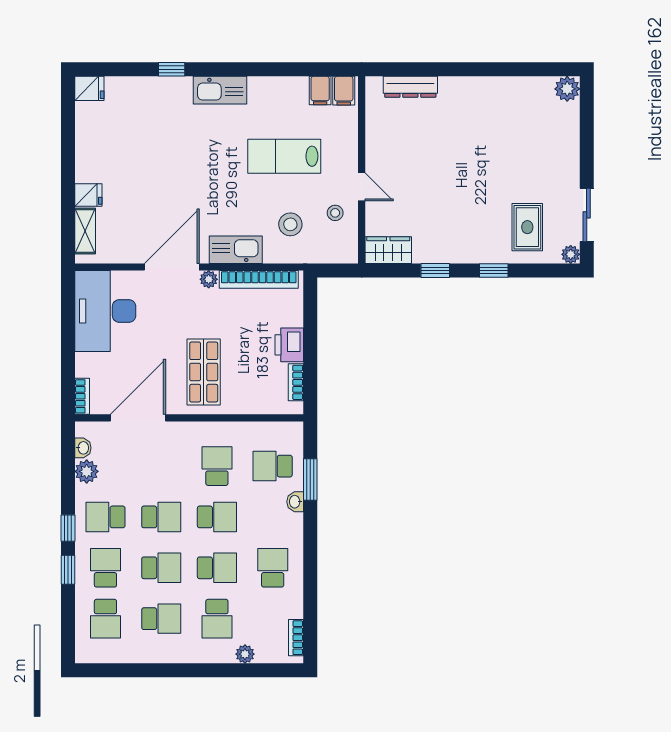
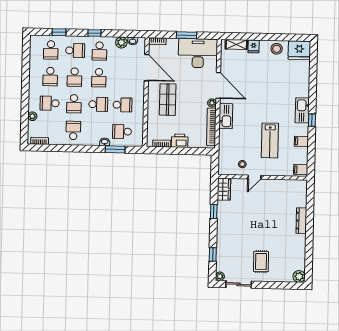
window: (172, 69) -> (312, 120), moved
dresser: (410, 87) -> (301, 221), moved
fridge: (89, 88) -> (299, 50), width x1.88, depth x1.34
filing cabinet: (320, 91) -> (301, 141), moved
lab bench: (284, 156) -> (270, 140), turned 180
stool: (290, 224) -> (277, 49), moved
rug: (527, 227) -> (261, 262), moved, turned 90
window: (494, 270) -> (213, 254), moved
window: (68, 336) -> (186, 35), added
shop shelf: (204, 372) -> (168, 100), turned 90
school desk: (273, 466) -> (122, 132), turned -90
school desk: (105, 517) -> (99, 51), turned 180
school desk: (217, 517) -> (98, 104), turned -90
school desk: (273, 568) -> (73, 130), turned -90
window: (68, 570) -> (59, 32), moved
school desk: (105, 619) -> (51, 50), turned -90

